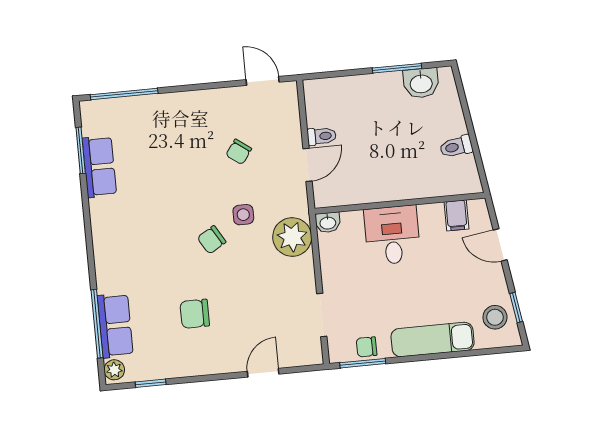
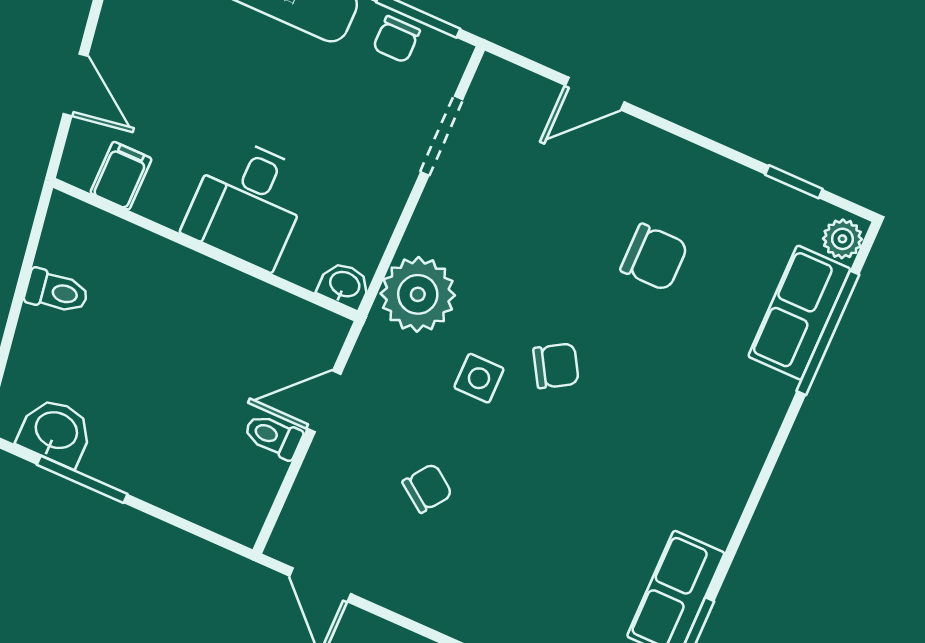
chair: (367, 347) -> (396, 39), turned 90

